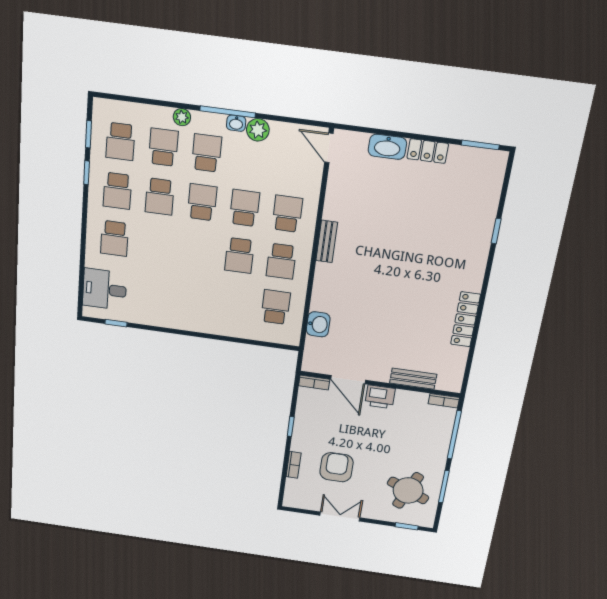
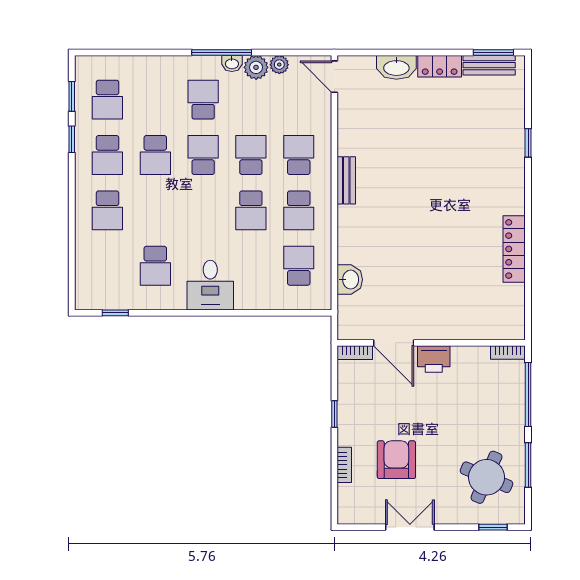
plant: (182, 117) -> (279, 65), moved
school desk: (163, 147) -> (155, 266), moved, turned 180
desk: (105, 289) -> (210, 285), moved, turned -90
bench: (413, 379) -> (489, 65), moved

